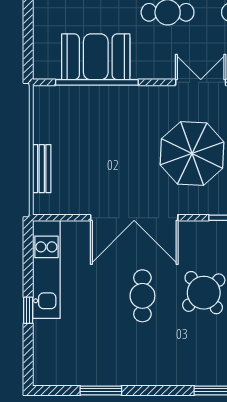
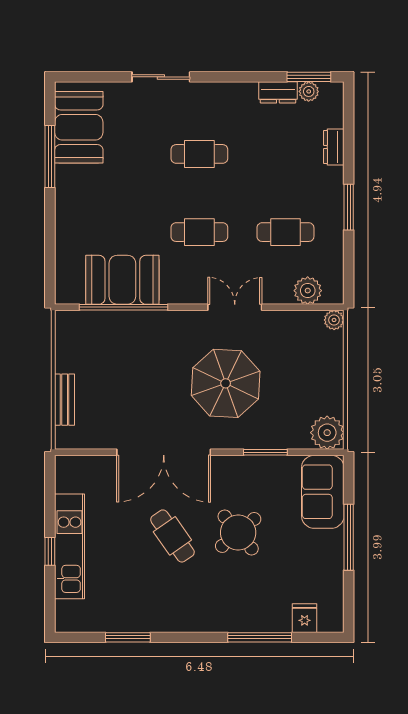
kitchen unit: (46, 269) -> (70, 546), moved
cafe table: (142, 296) -> (172, 536), turned -35

